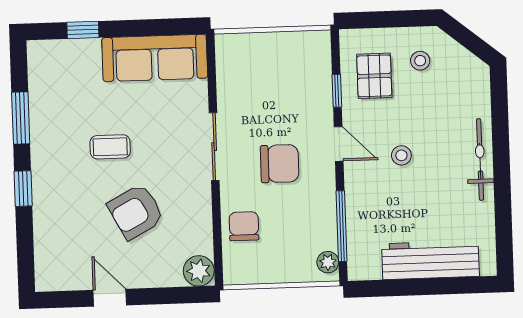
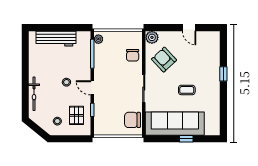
window: (83, 30) -> (186, 139), moved
sofa: (155, 58) -> (175, 124), width x1.36, depth x1.27
window: (21, 118) -> (223, 103), removed
bicycle: (480, 159) -> (34, 94), moved
chair: (280, 164) -> (132, 120), moved
armchair: (136, 212) -> (164, 60), moved, turned -105

